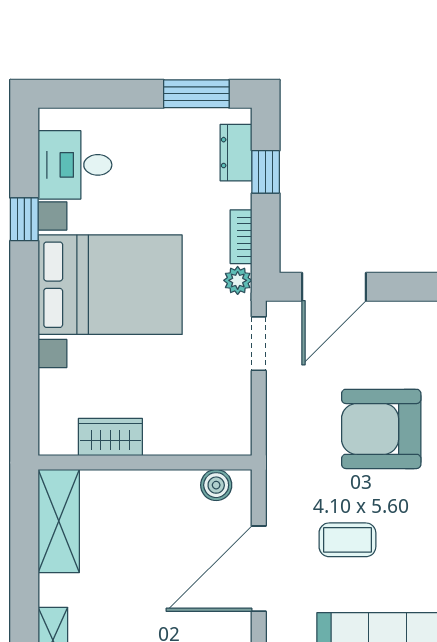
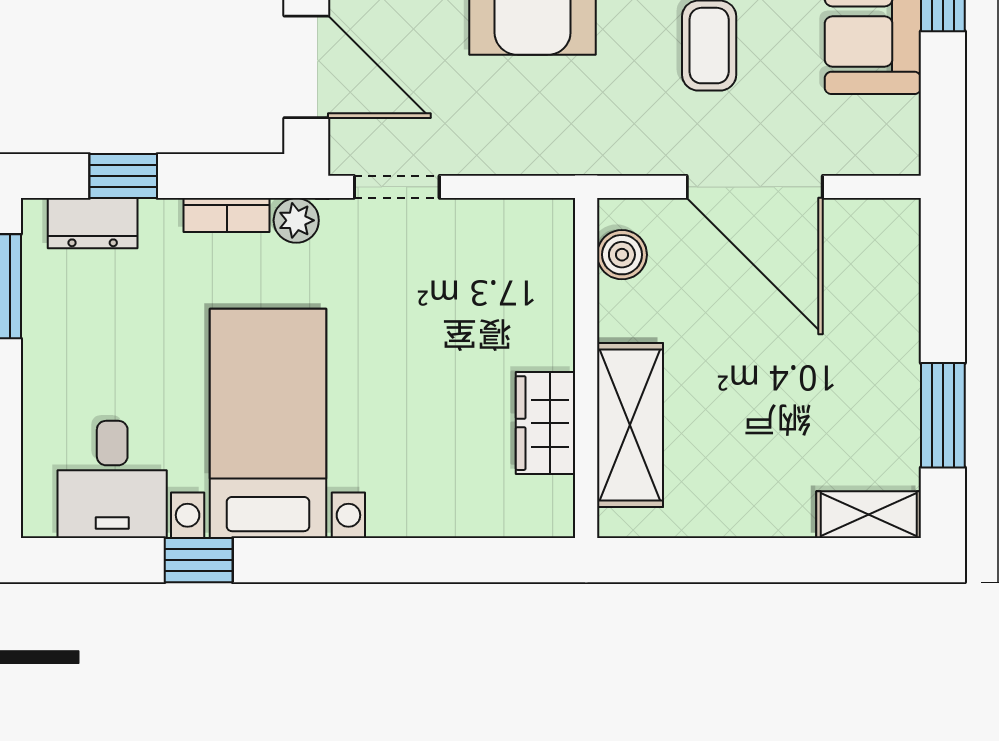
bed with nightstands: (110, 285) -> (268, 423), width x0.73
shelving: (59, 521) -> (630, 425), moved, turned 90

